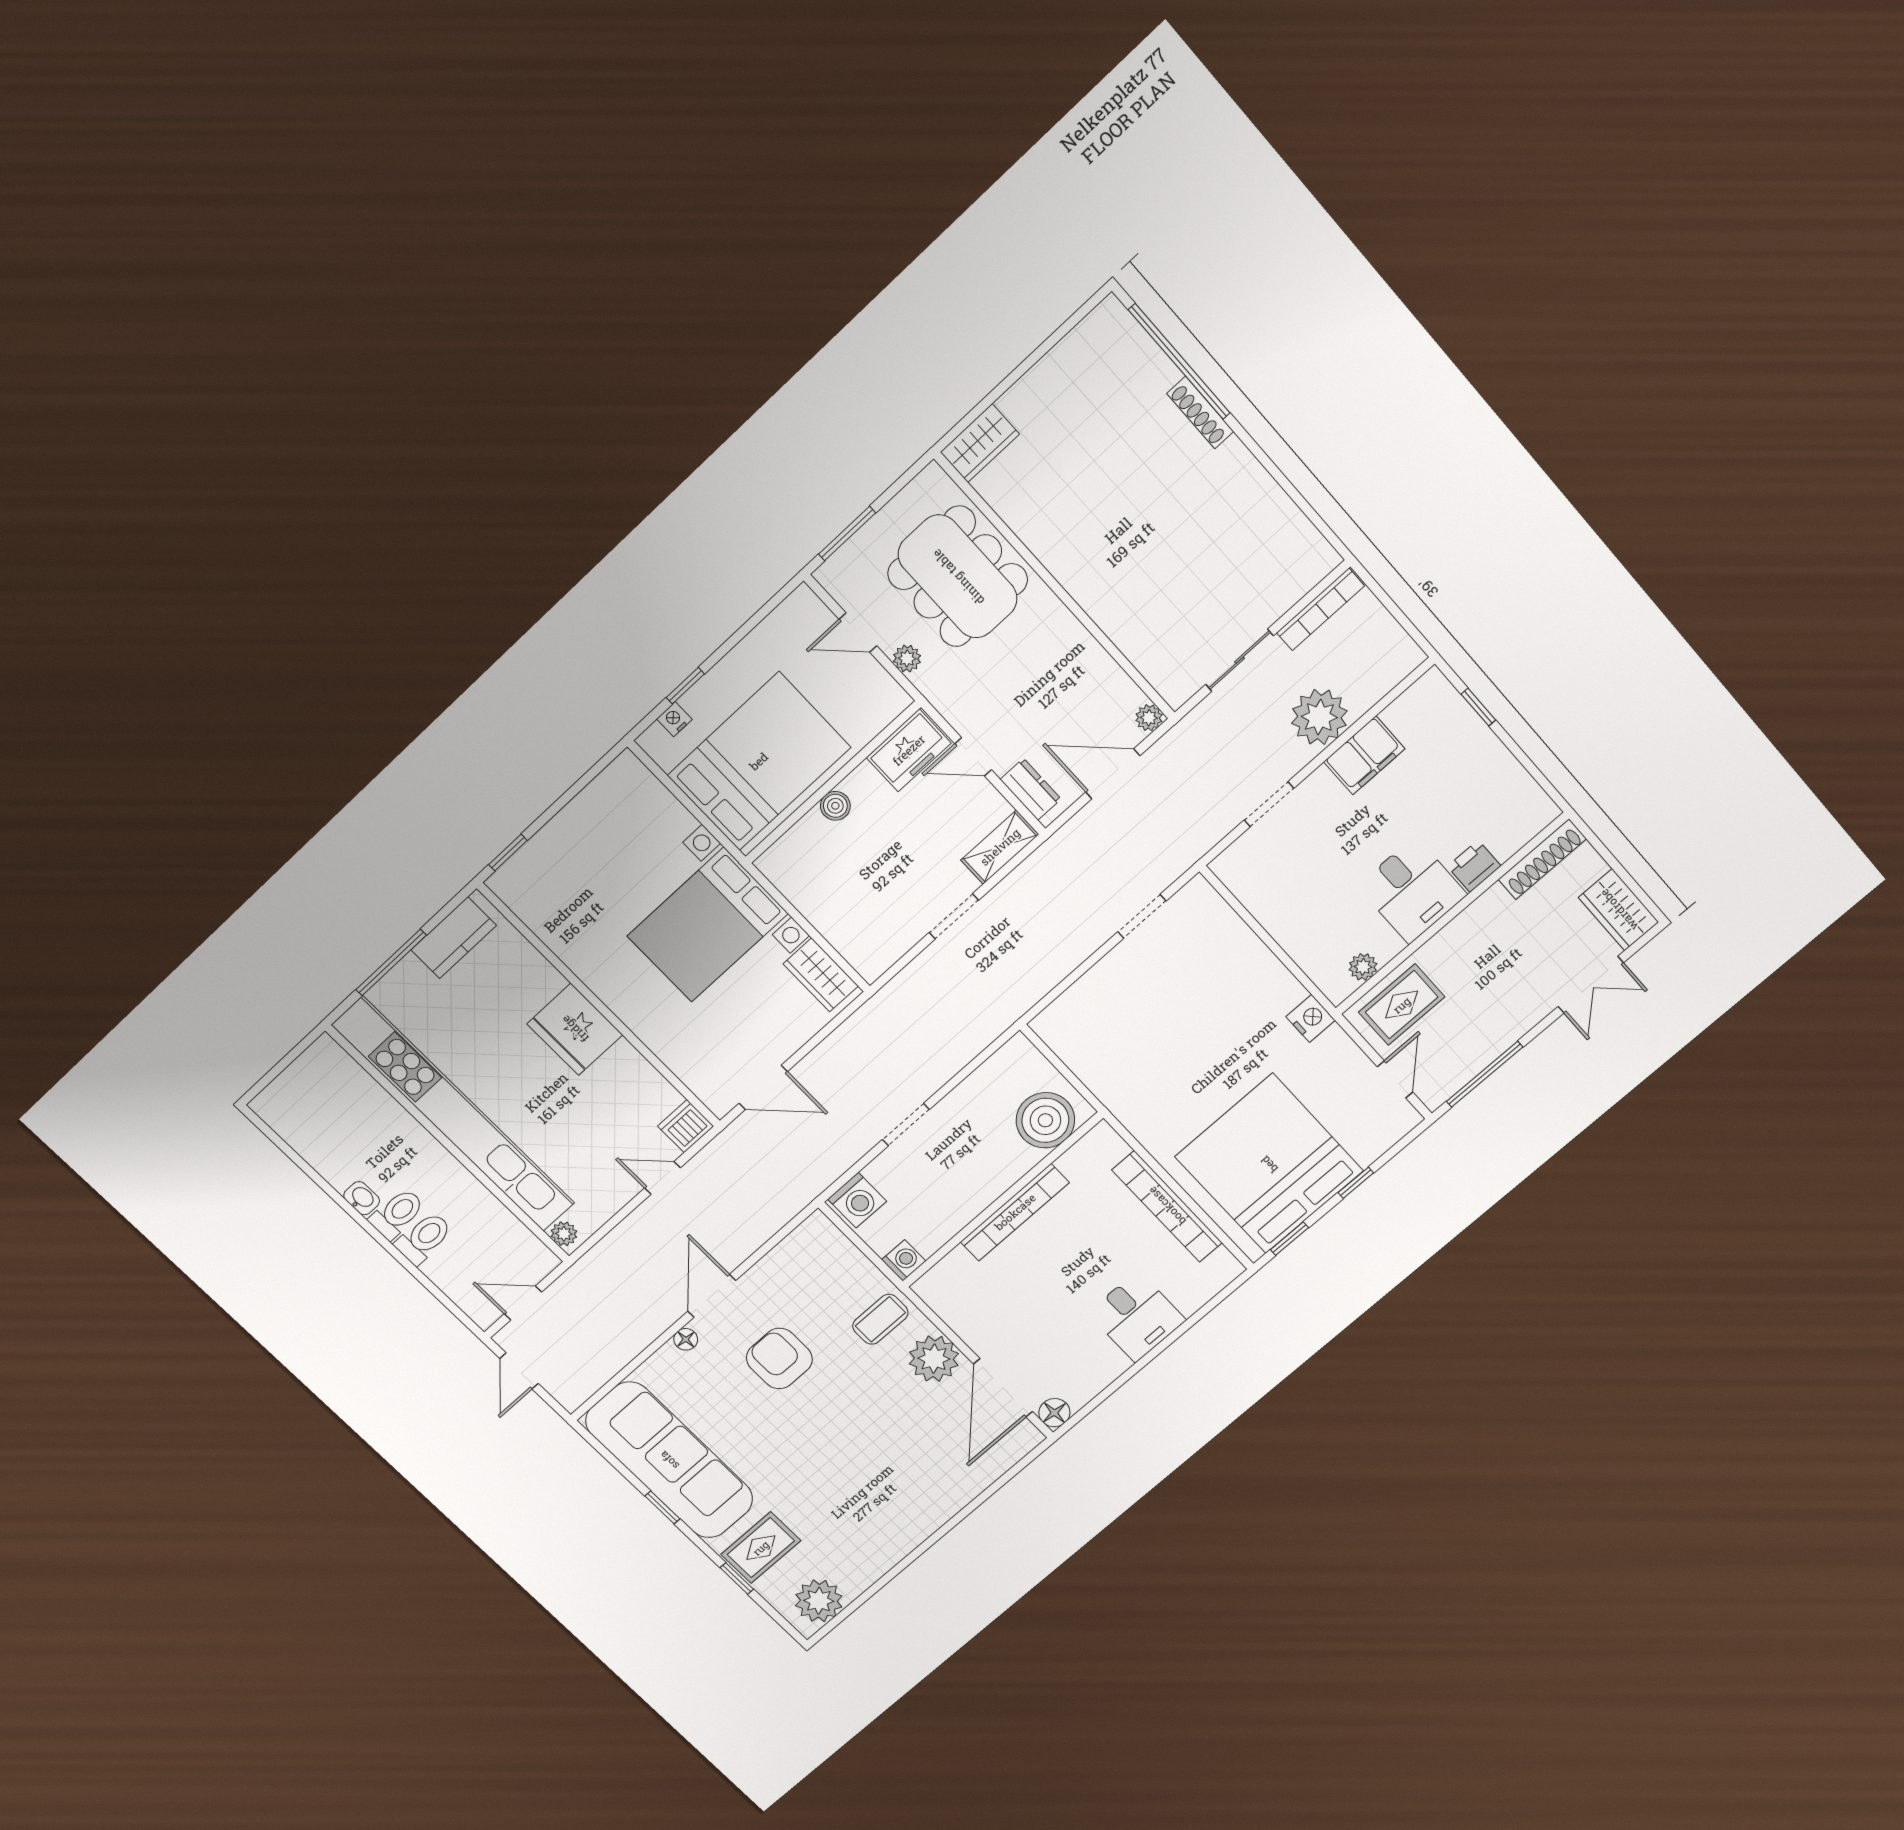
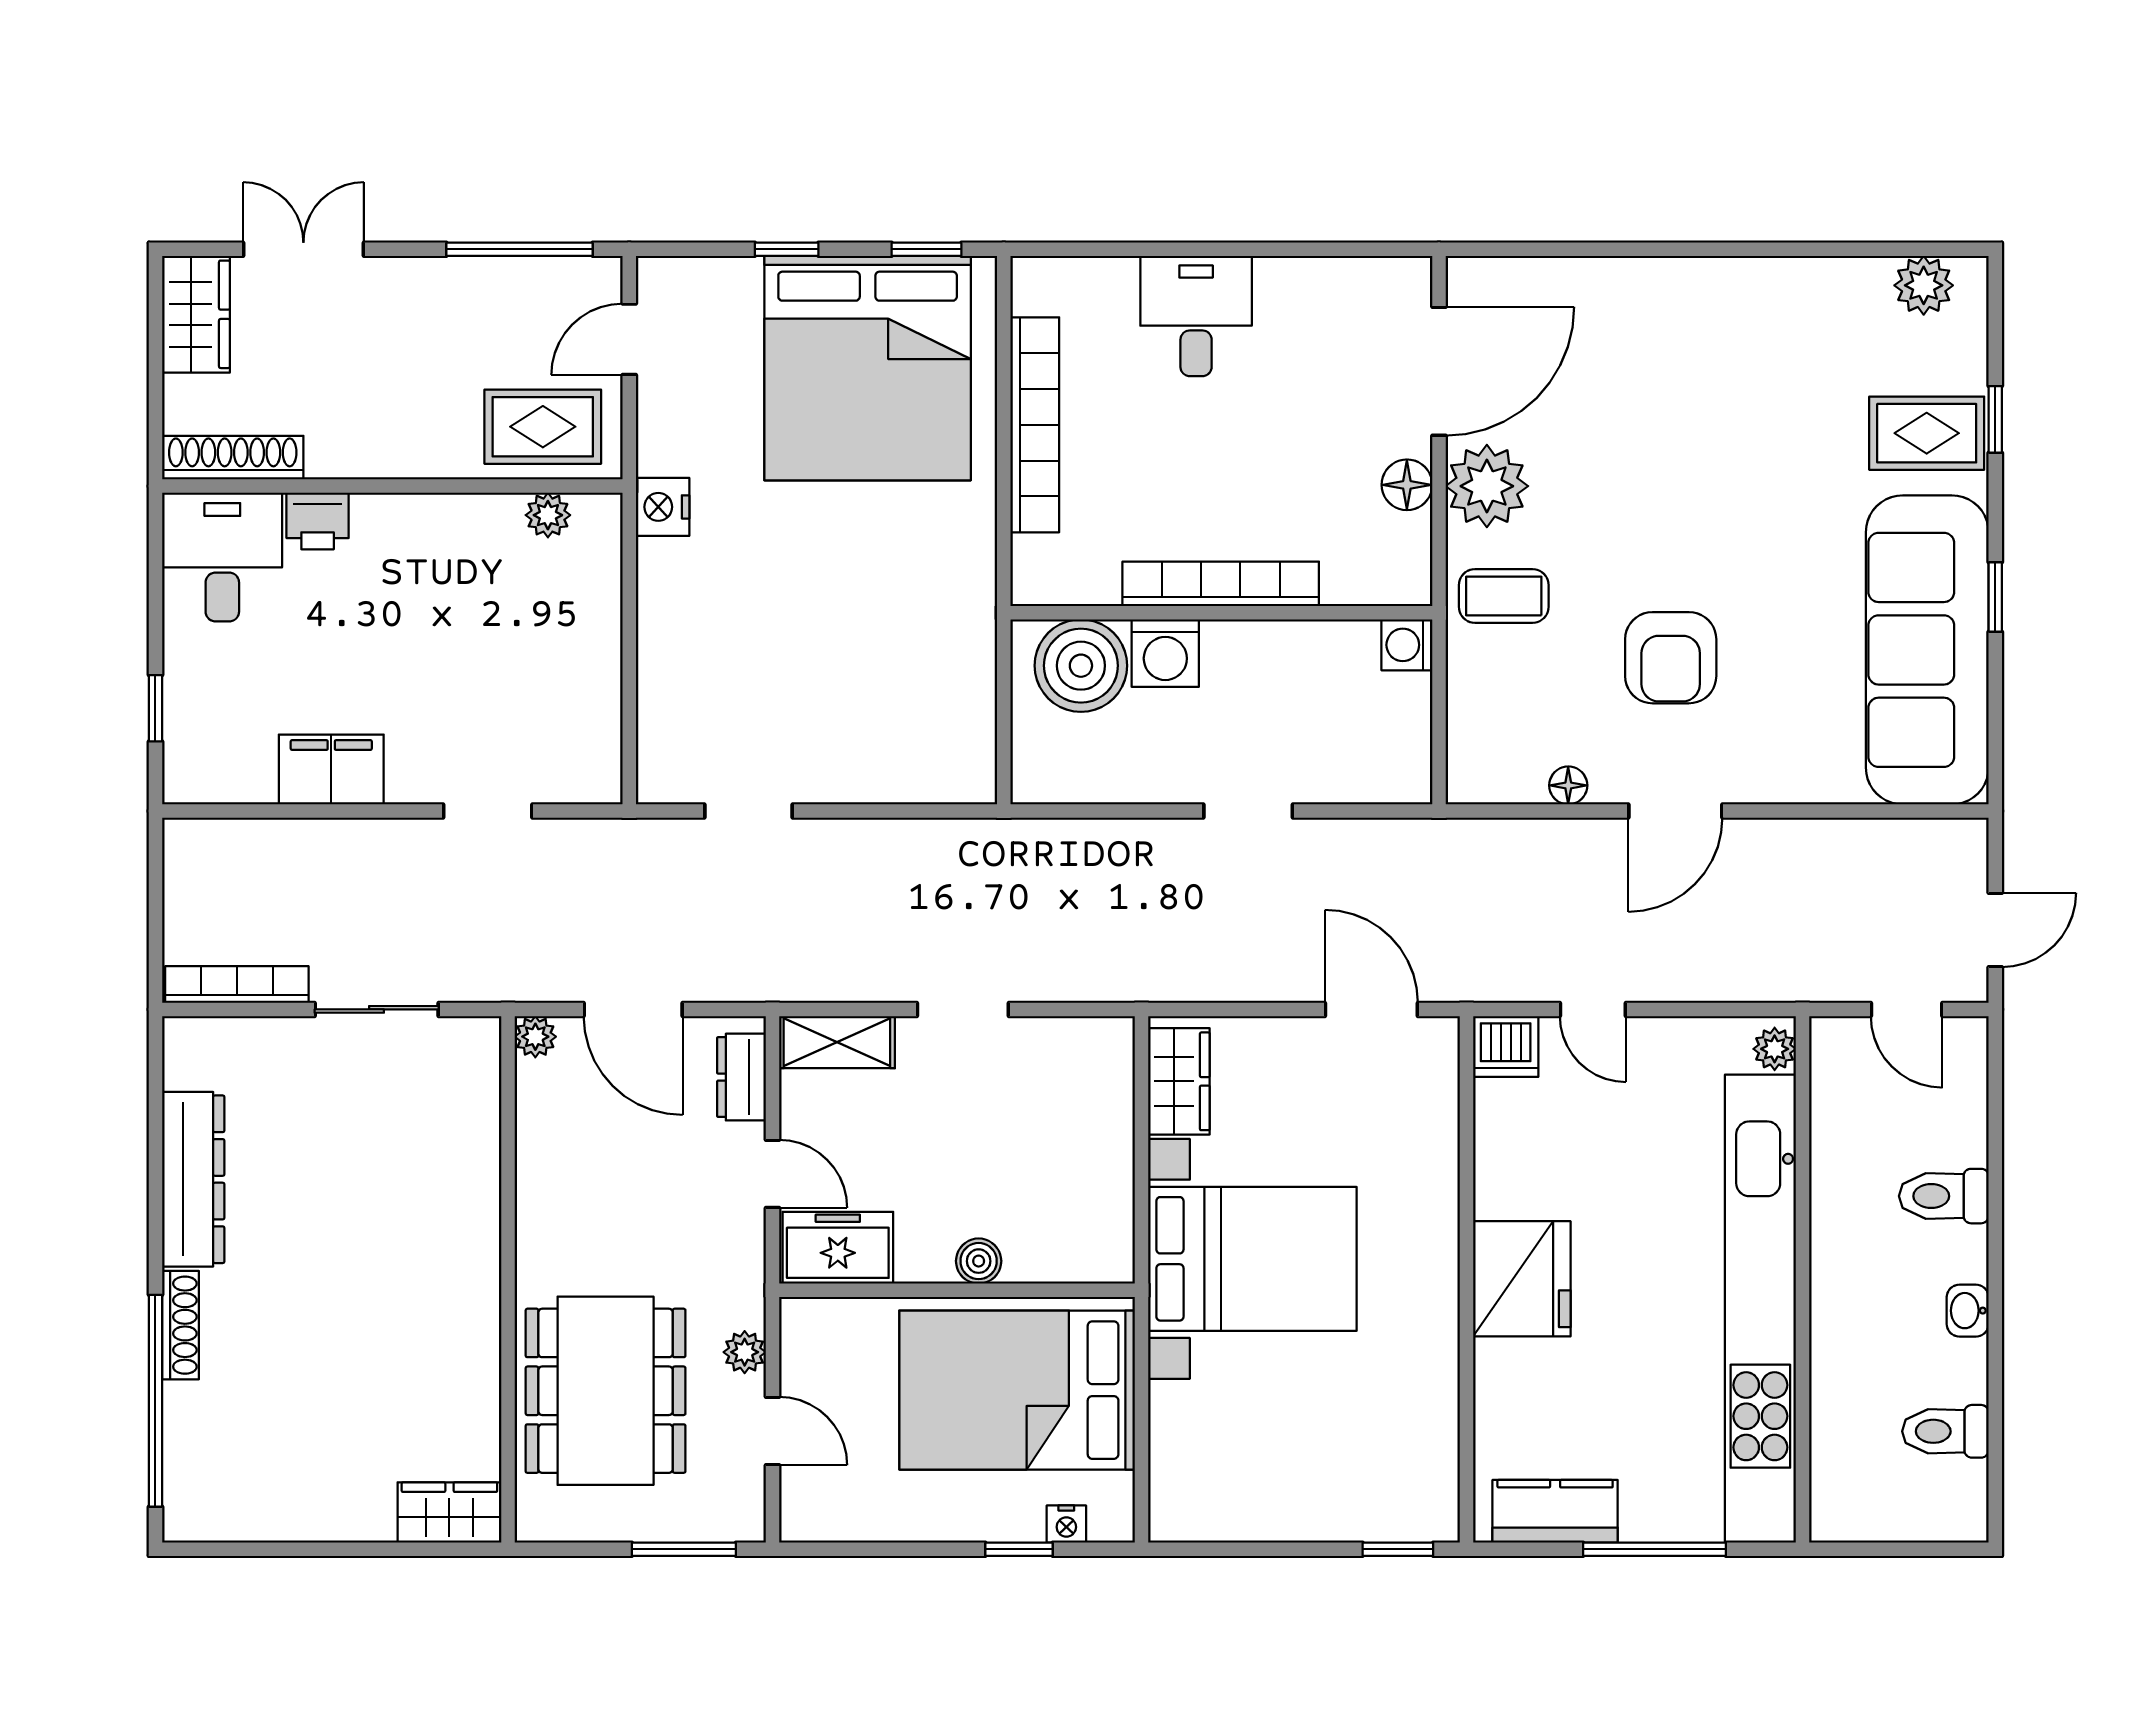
dresser: (1258, 492) -> (193, 1179), added
plant: (1319, 717) -> (344, 861), removed
desk: (1412, 890) -> (222, 557), moved
washing machine: (857, 1200) -> (1165, 653), moved, turned 180
toilet: (397, 1214) -> (1945, 1431), moved
floor lamp: (686, 1339) -> (1568, 785), moved
floor lamp: (1054, 1413) -> (1407, 485), moved
plant: (819, 1601) -> (1924, 285), width x0.73, depth x0.73

